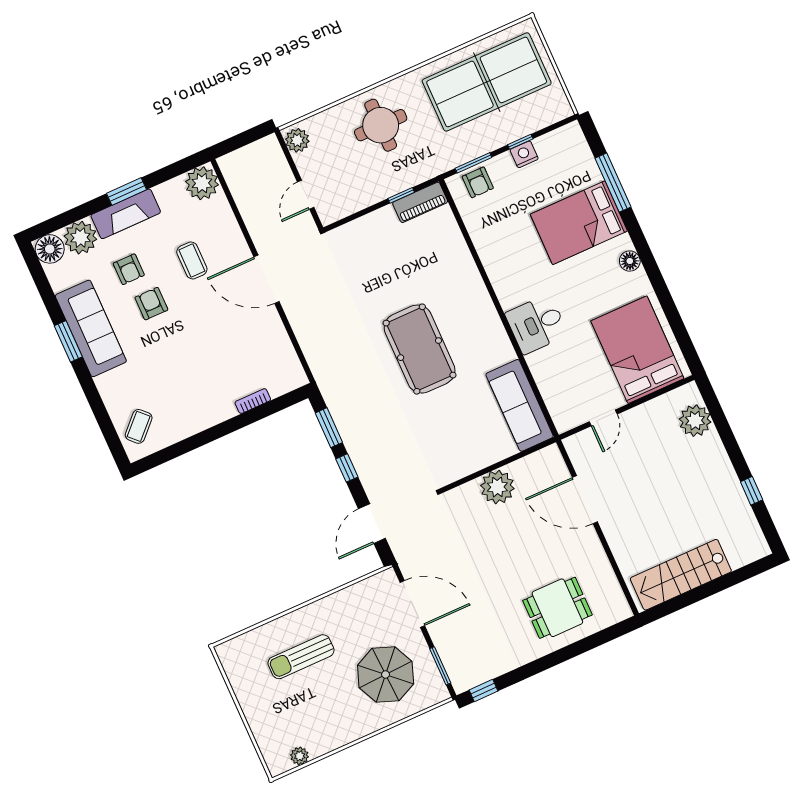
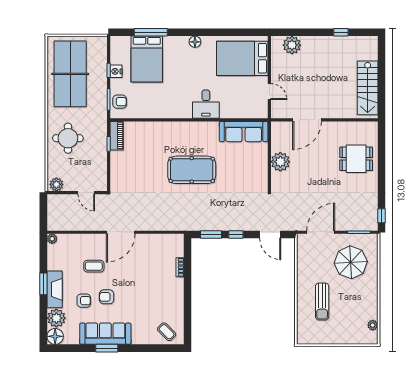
plant: (202, 183) -> (52, 239), width x0.53, depth x0.53
bed: (579, 223) -> (147, 59), moved
dining table: (557, 608) -> (356, 159), turned 90

